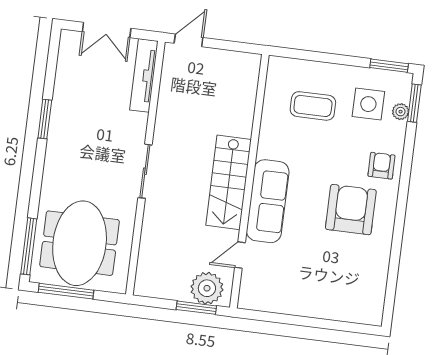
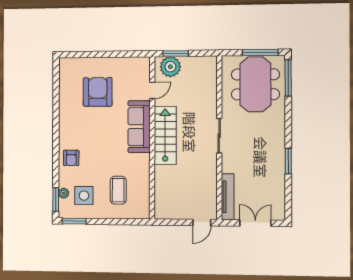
coffee table: (313, 106) -> (118, 190), turned 90
armchair: (351, 210) -> (98, 92), moved, turned 180

